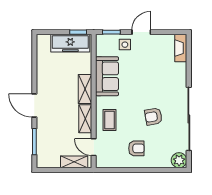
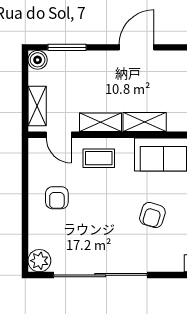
door: (34, 106) -> (137, 47), moved
armchair: (153, 117) -> (152, 215), moved, turned -153
door: (94, 147) -> (59, 135), swing flipped
boiler: (43, 162) -> (38, 60), added

